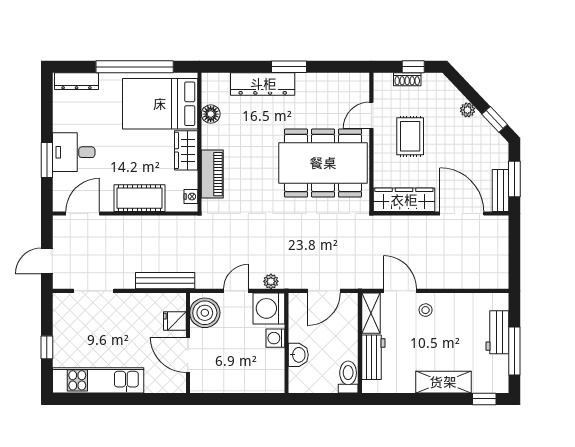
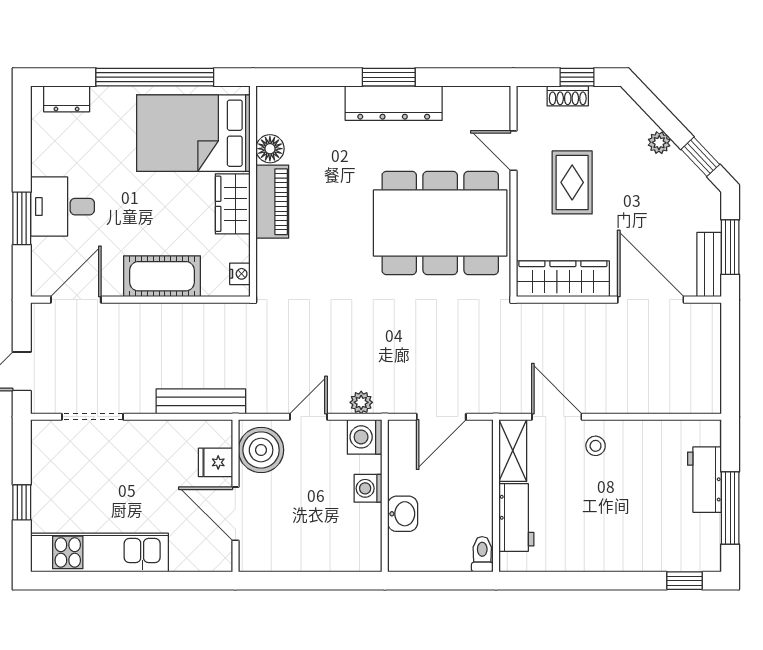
dresser: (76, 81) -> (67, 99), width x0.70
dresser: (263, 84) -> (394, 103), moved
door: (371, 115) -> (514, 151), hinge flipped
piano: (212, 174) -> (272, 202), moved
washing machine: (269, 308) -> (365, 437), width x0.73, depth x0.73
toilet: (348, 377) -> (482, 554), width x0.73, depth x0.72
shelving: (443, 382) -> (623, 555), removed

